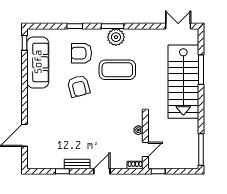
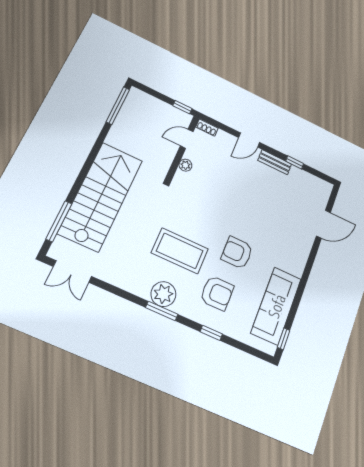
window: (201, 70) -> (59, 221), moved
armchair: (79, 86) -> (237, 253), turned -75

